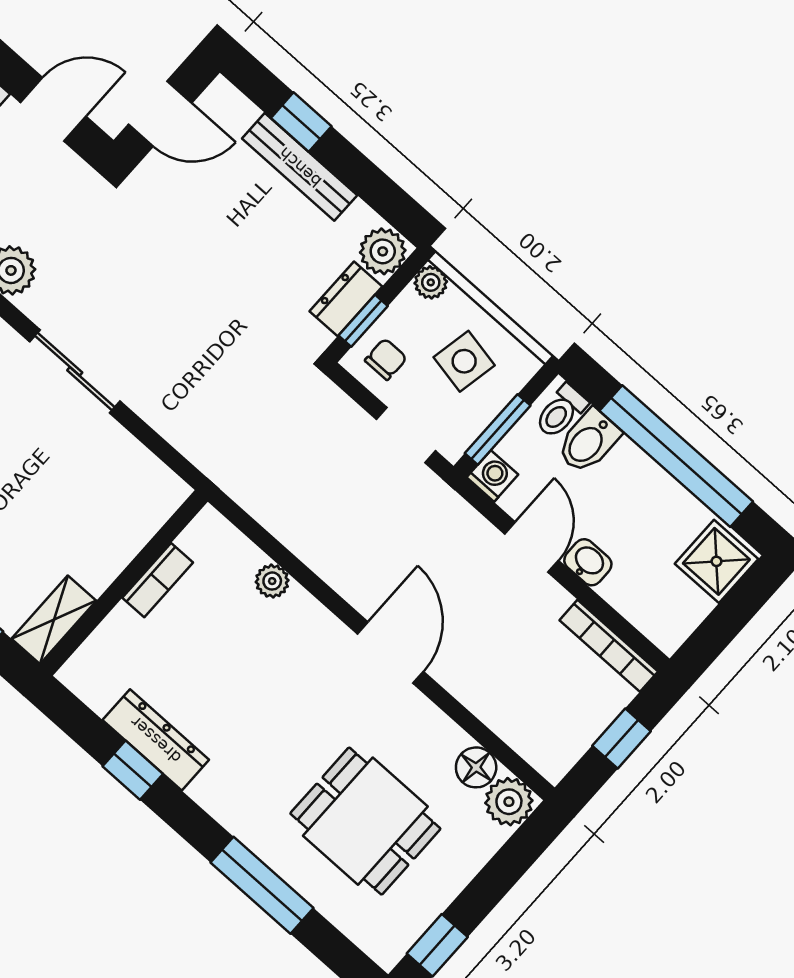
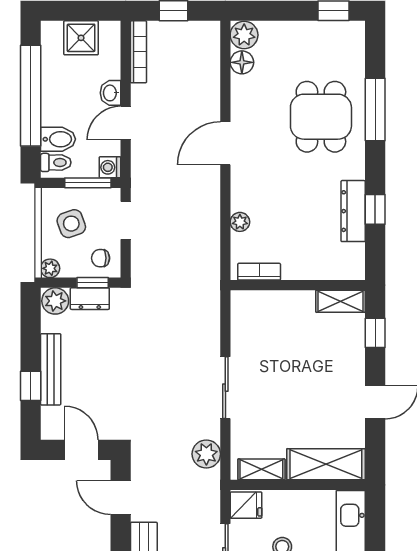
side table: (464, 361) -> (71, 224), turned -31
shower: (716, 561) -> (81, 38), moved
bookcase: (158, 580) -> (259, 272), moved
dining table: (365, 821) -> (321, 117), moved

